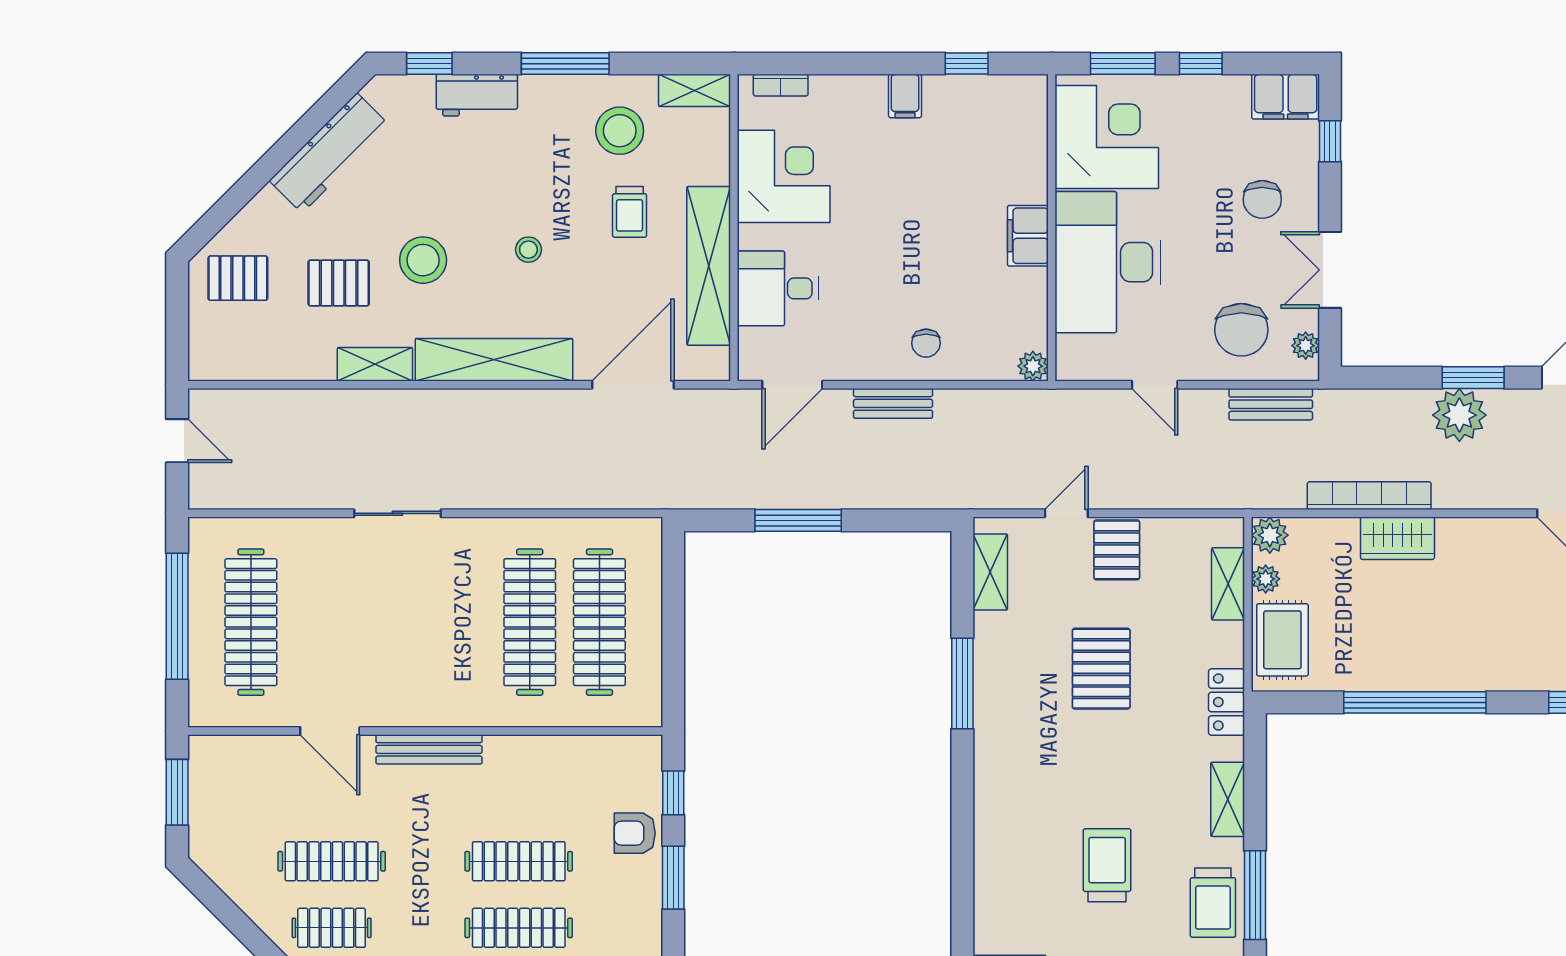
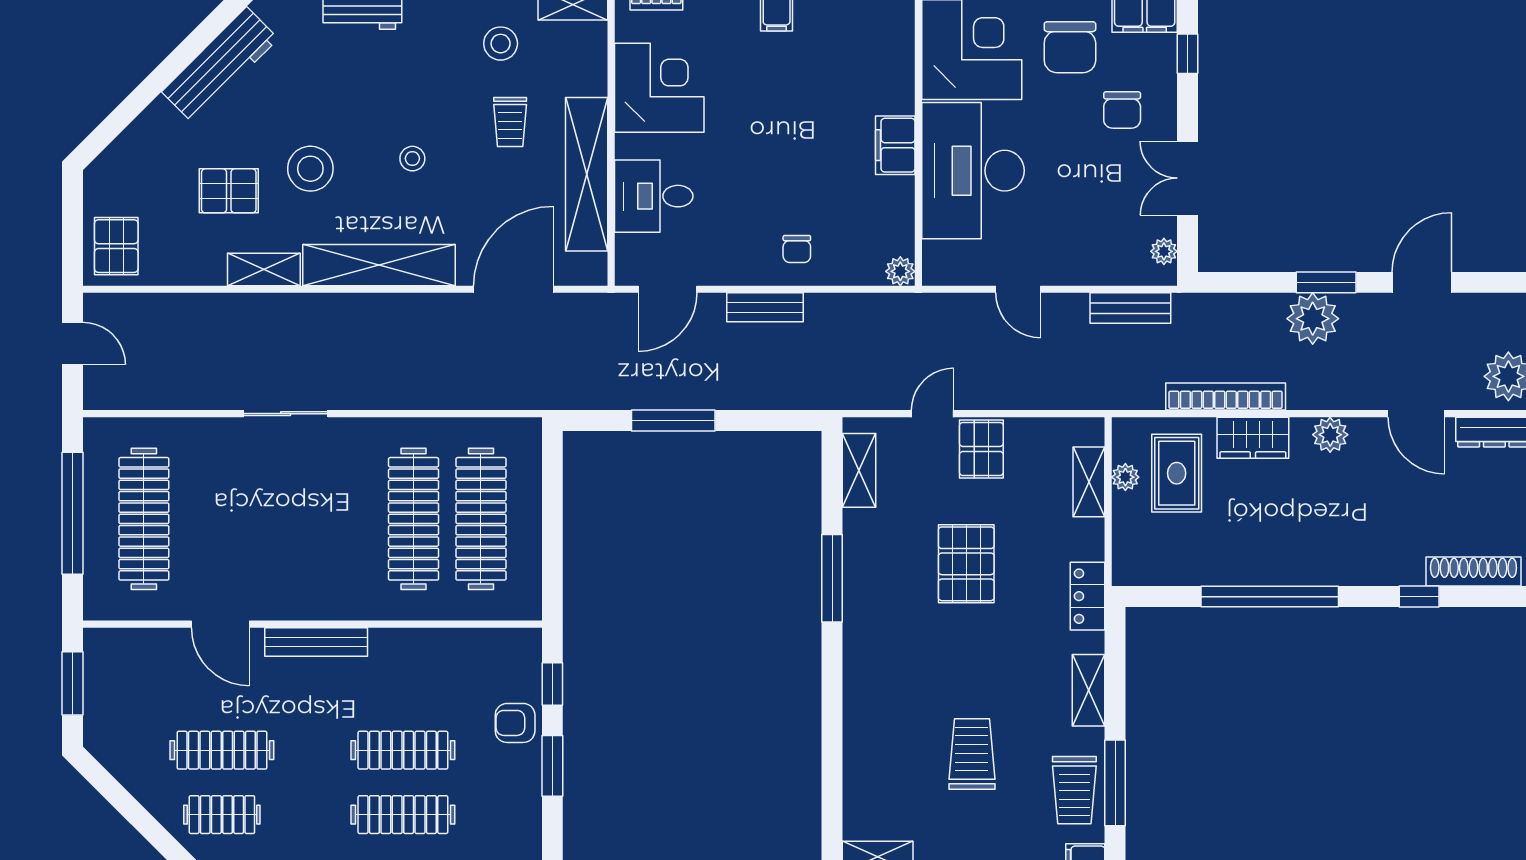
stool: (620, 131) -> (501, 44), width x0.73, depth x0.73
pallet: (238, 278) -> (116, 246), moved, turned 90
chair: (1241, 330) -> (1070, 47), moved
plant: (1270, 535) -> (1330, 435), moved
rug: (1282, 640) -> (1177, 473), moved

